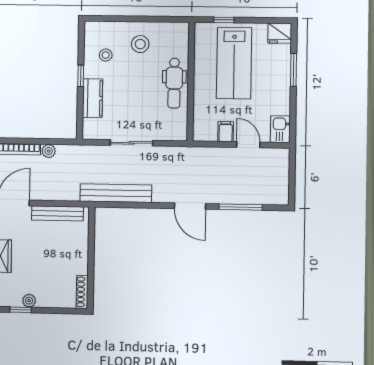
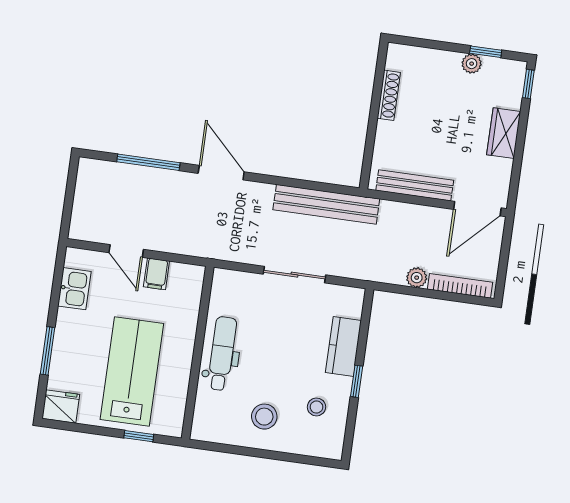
kitchen sink: (280, 129) -> (74, 289), moved
shoe rack: (82, 292) -> (389, 95), moved

